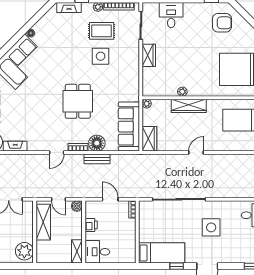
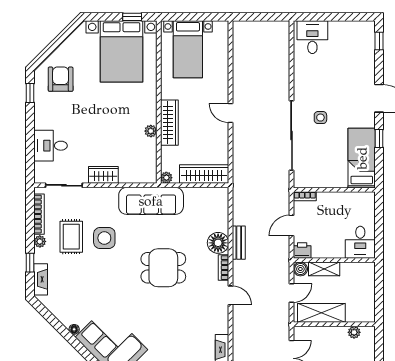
sofa: (129, 127) -> (151, 201), moved
wardrobe: (149, 139) -> (204, 174), width x1.50
printer: (91, 225) -> (302, 250), moved
side table: (211, 227) -> (320, 118), moved, width x0.54, depth x0.54
plant: (24, 251) -> (354, 332), width x0.53, depth x0.53
shelving: (77, 251) -> (324, 269), moved

